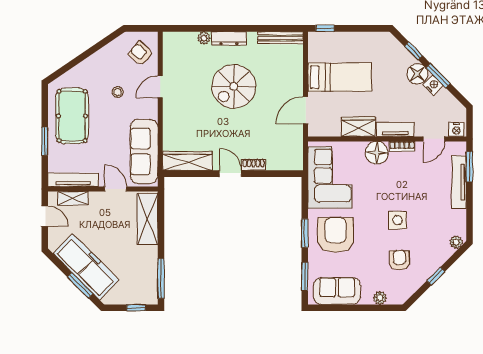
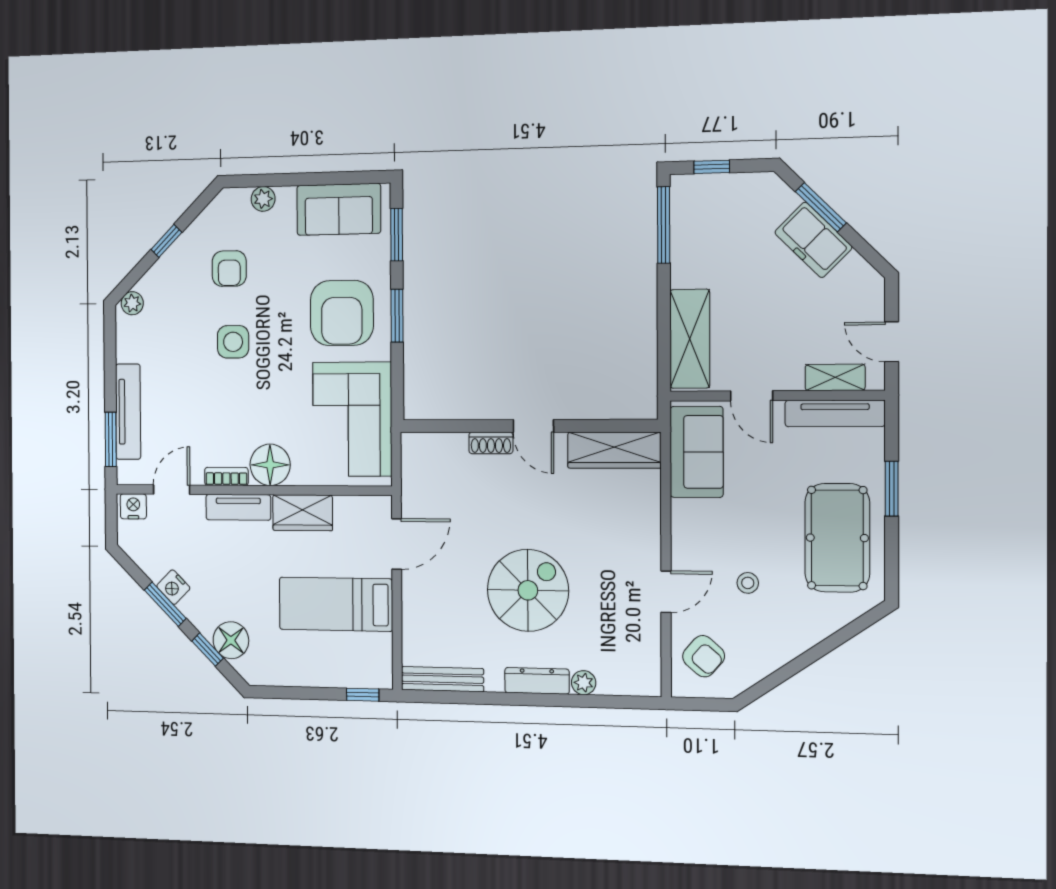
floor lamp: (417, 74) -> (231, 640), moved
sofa: (144, 151) -> (697, 452), width x0.73
freezer: (86, 267) -> (813, 240), width x0.52, depth x0.79

